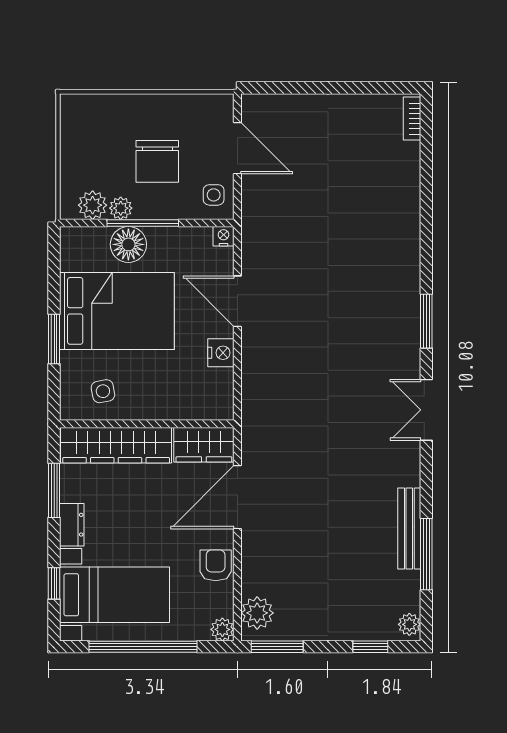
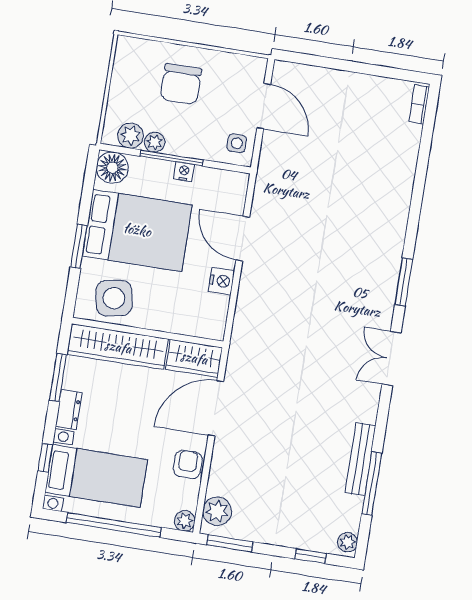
chair: (157, 161) -> (181, 84), moved
nightstand: (224, 236) -> (184, 172), moved
floor lamp: (128, 244) -> (112, 168), moved
side table: (103, 391) -> (114, 298), width x1.87, depth x1.87

